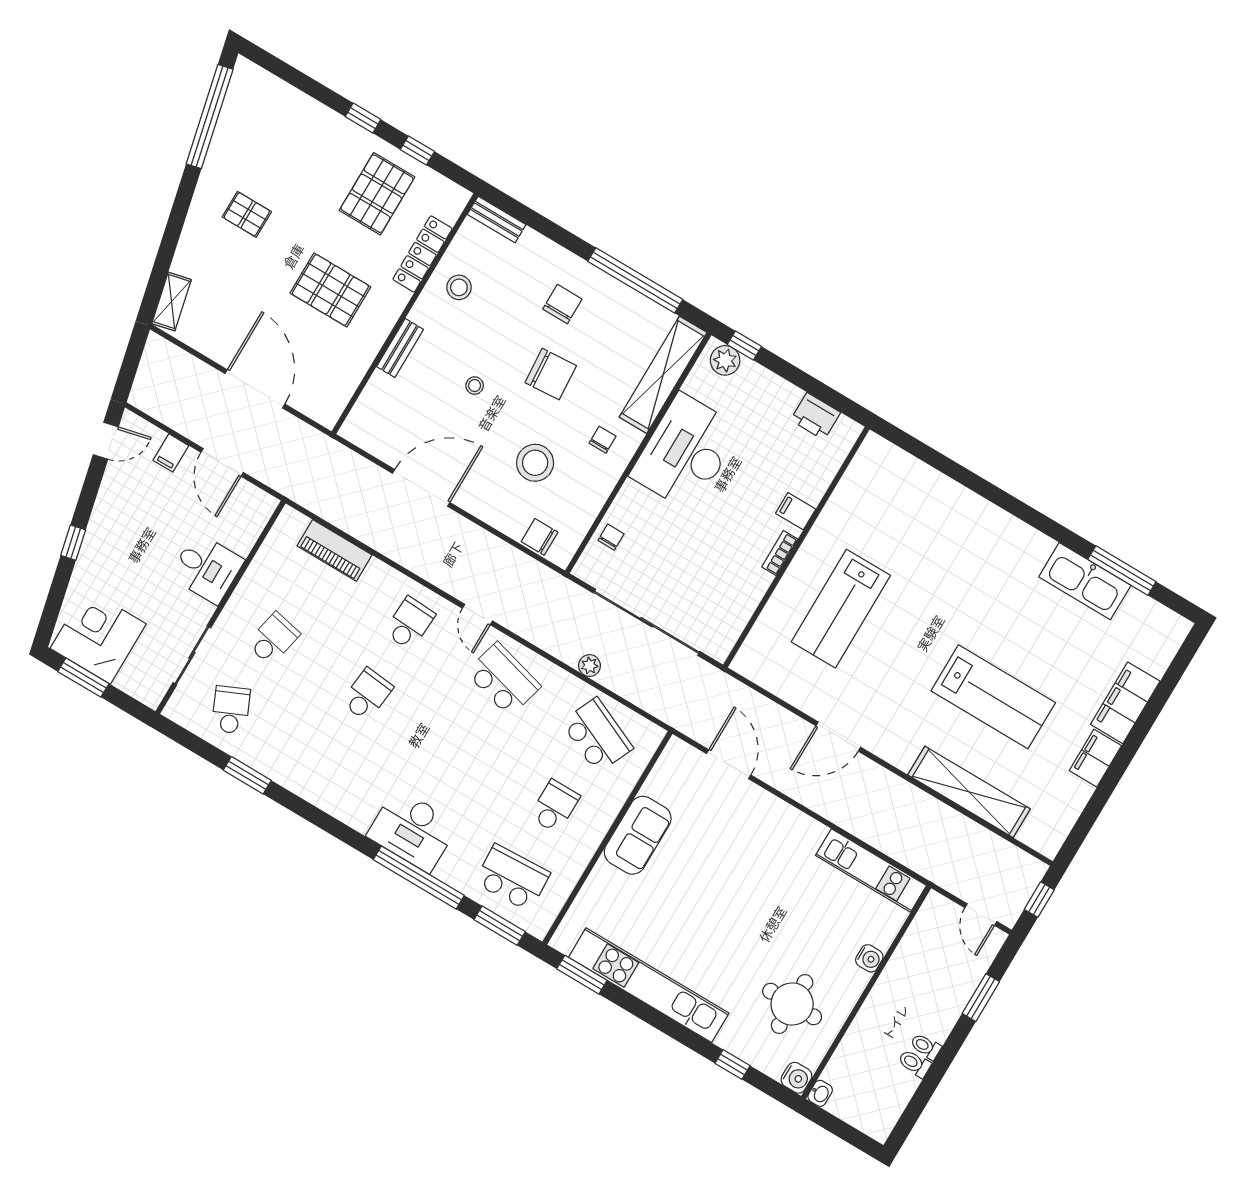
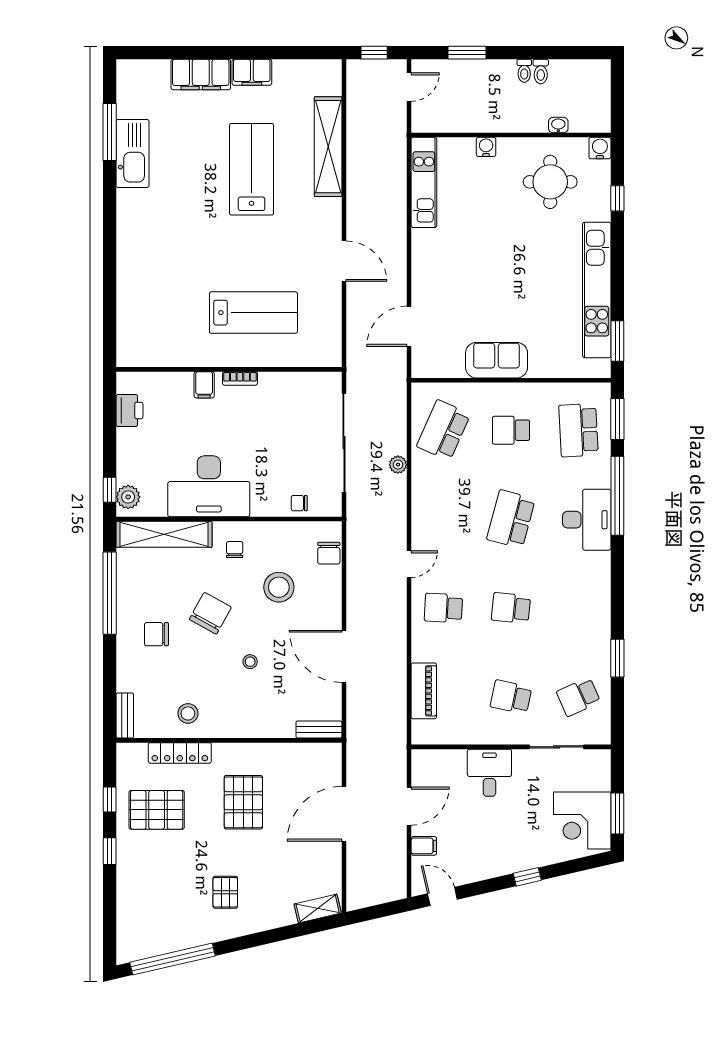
bench: (400, 348) -> (319, 729), moved
chair: (551, 374) -> (210, 613), turned 33
chair: (603, 440) -> (235, 550), turned 90
school desk: (503, 679) -> (511, 519), moved
washbasin: (820, 1093) -> (558, 125), moved

